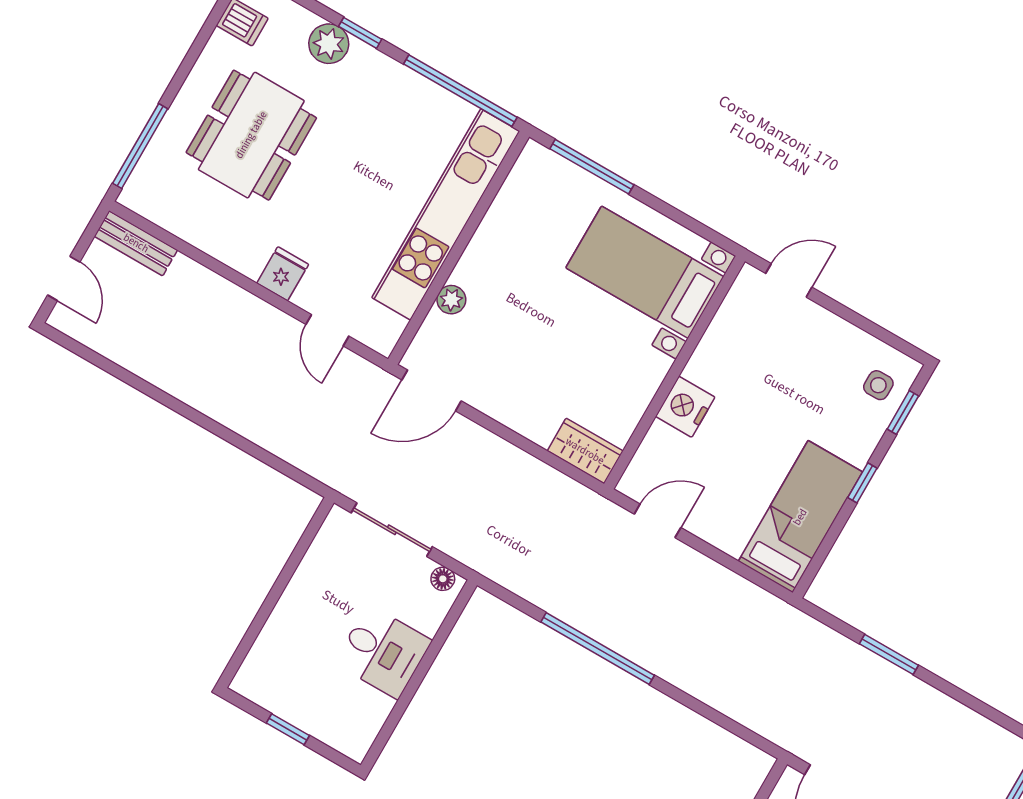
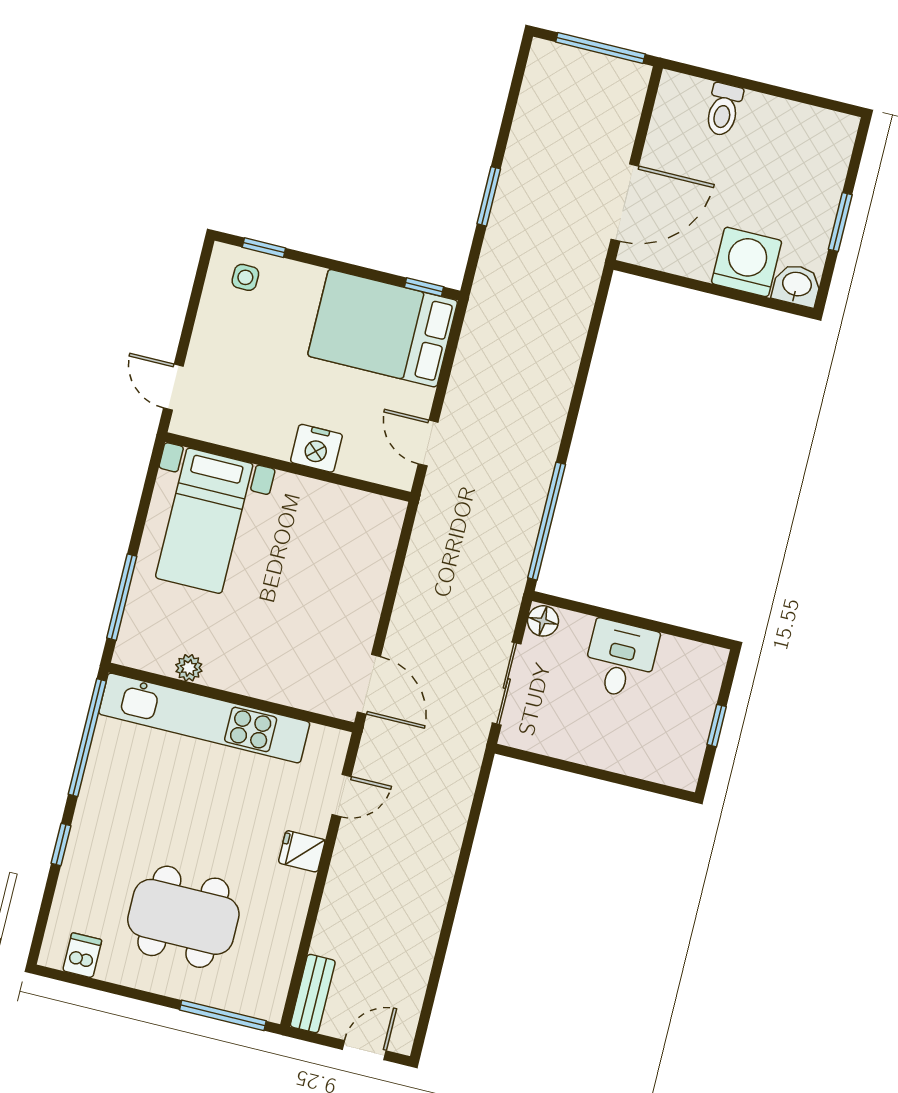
plant: (329, 44) -> (79, 870), removed
plant: (451, 300) -> (189, 668), moved
wardrobe: (585, 451) -> (383, 528), removed
window: (862, 483) -> (424, 287), moved
bed: (800, 517) -> (383, 328), width x1.50
floor lamp: (443, 579) -> (543, 621), width x1.37, depth x1.37
window: (598, 649) -> (547, 521), moved

